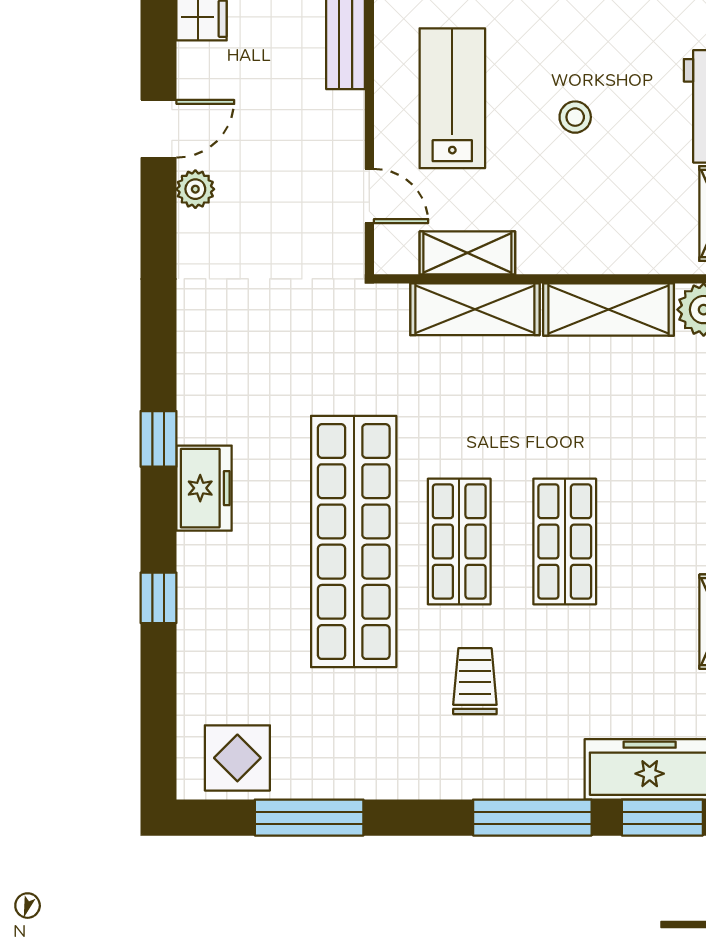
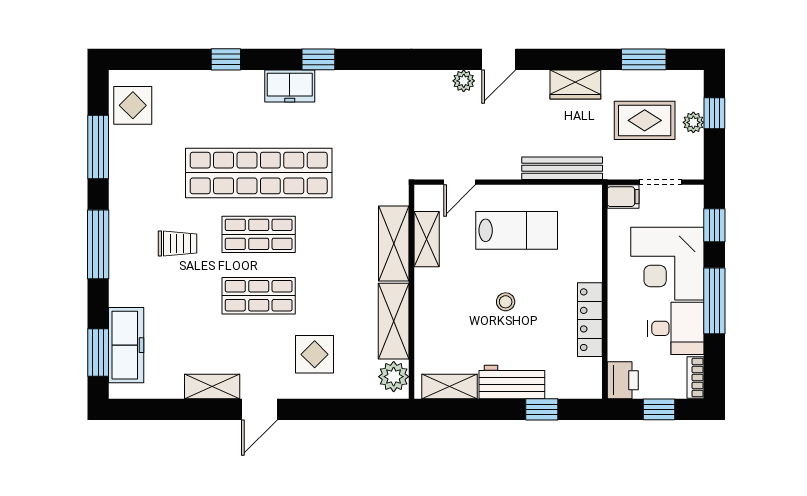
door: (158, 129) -> (499, 59), hinge flipped
display table: (665, 445) -> (315, 354), added
window: (532, 818) -> (98, 244), moved

